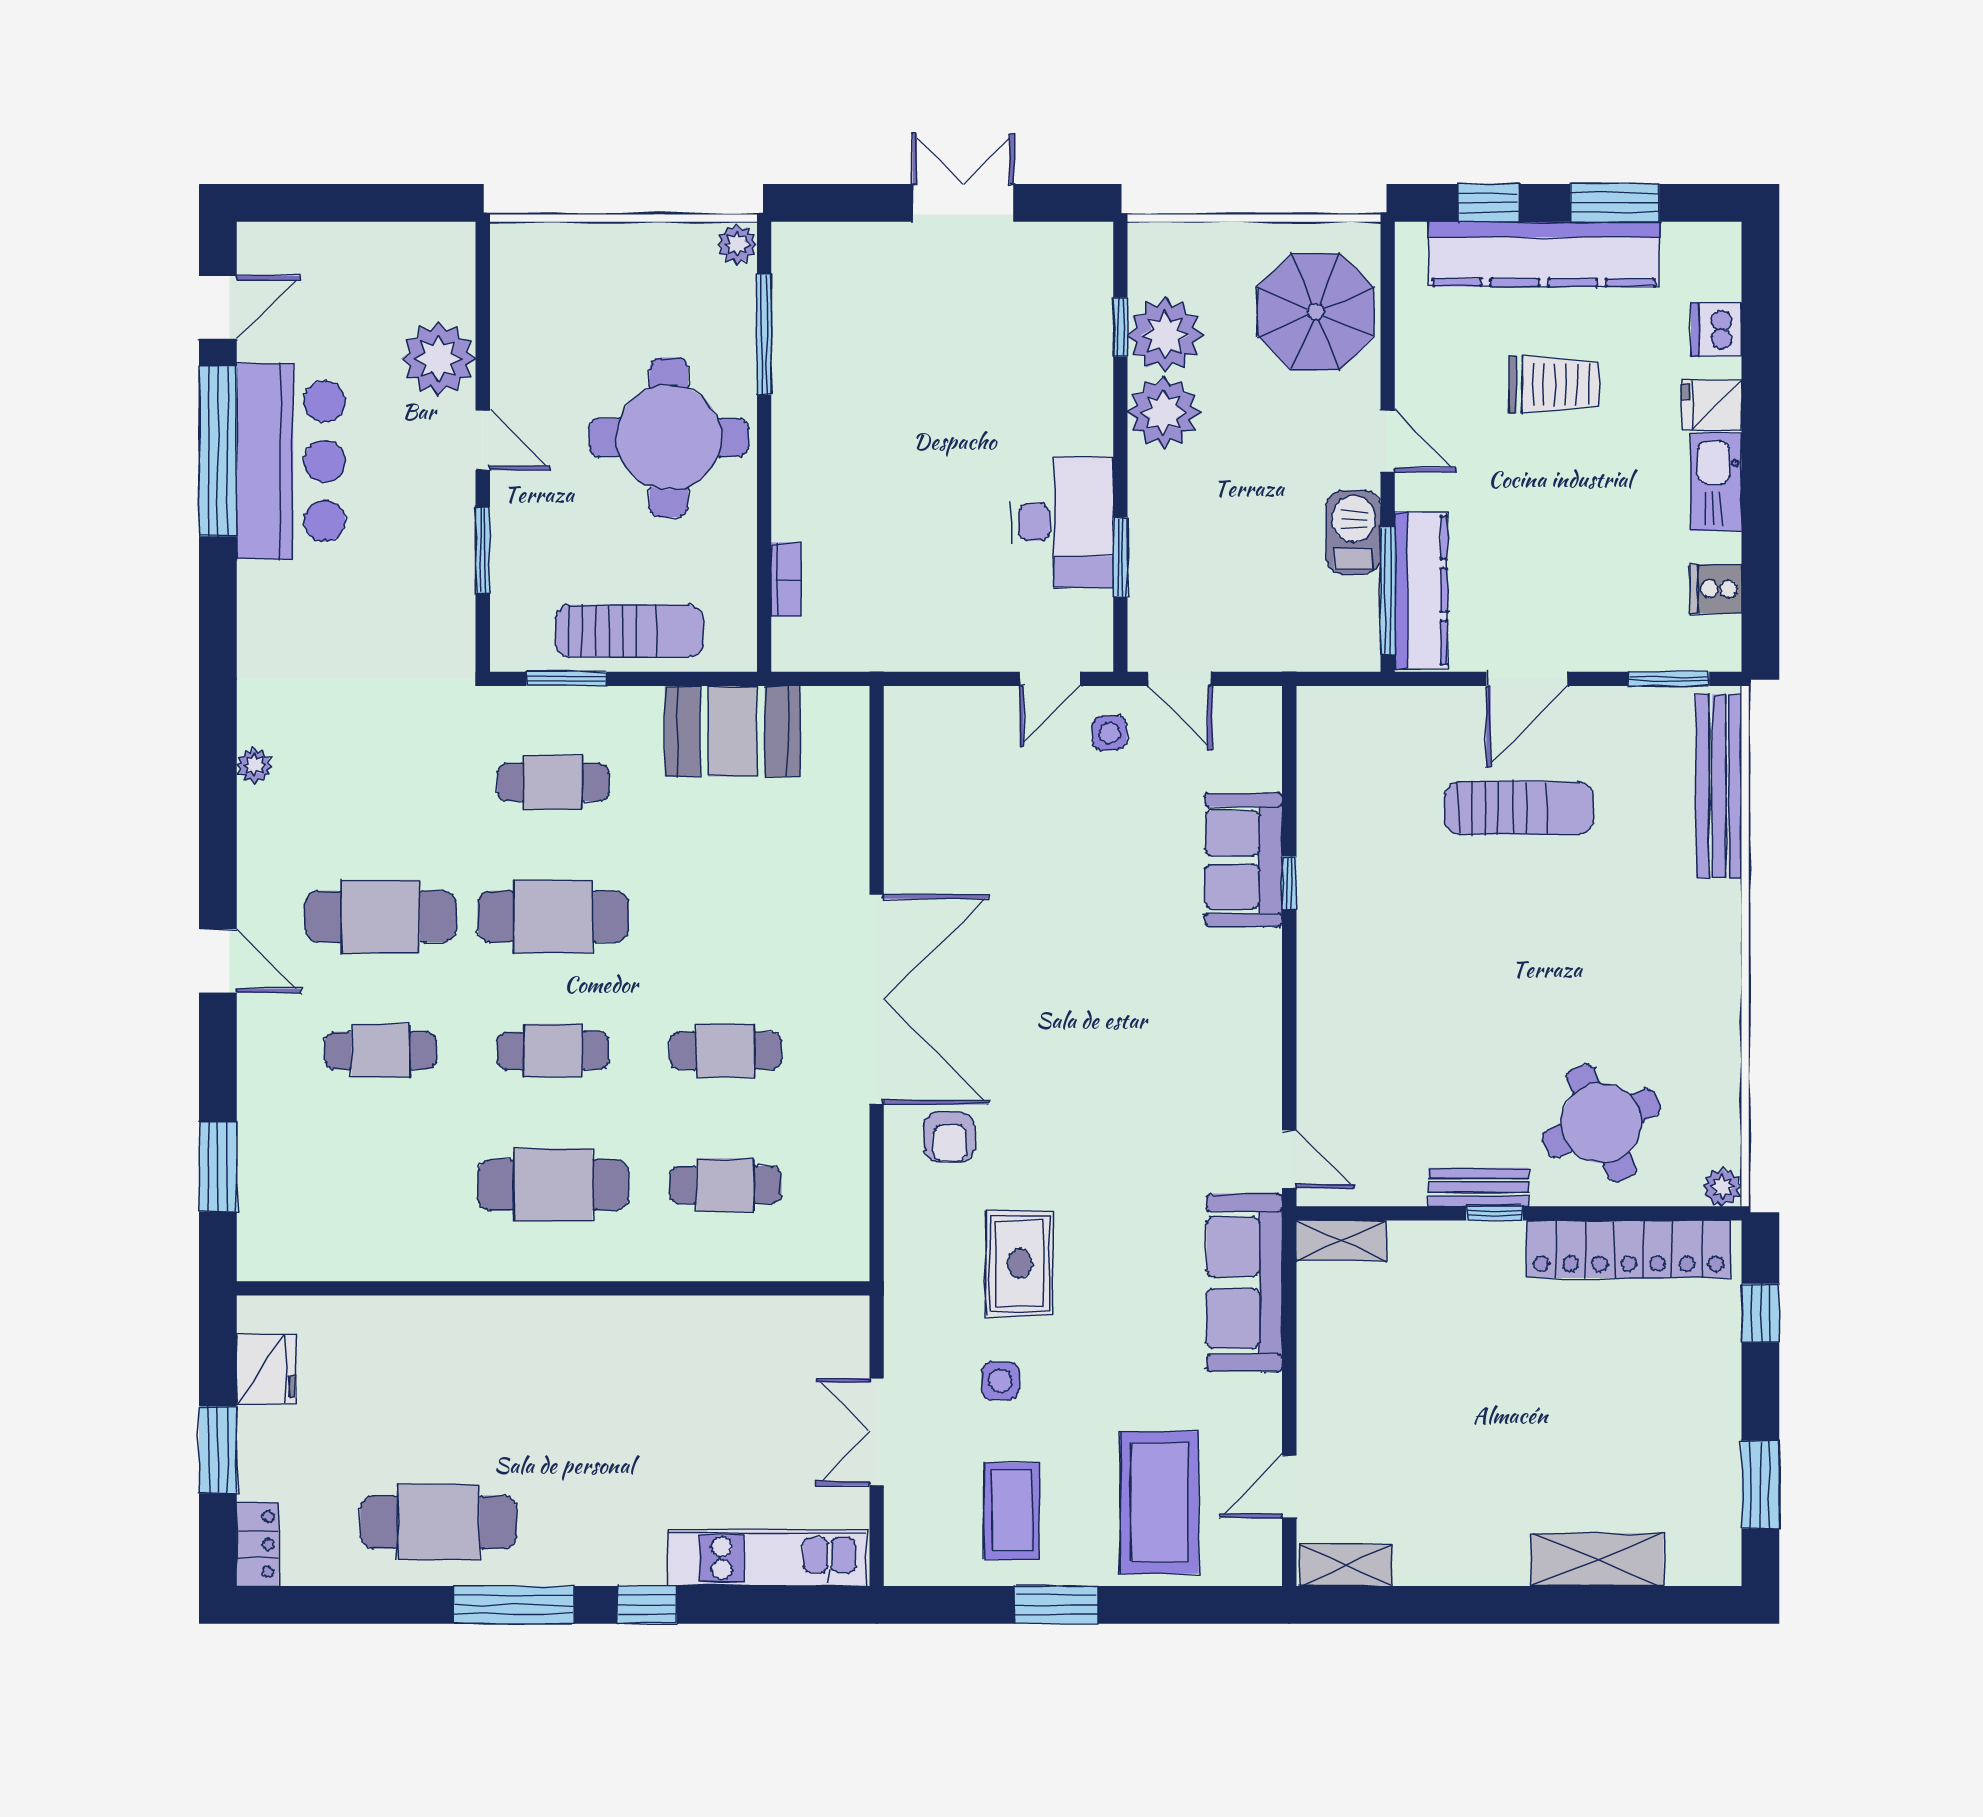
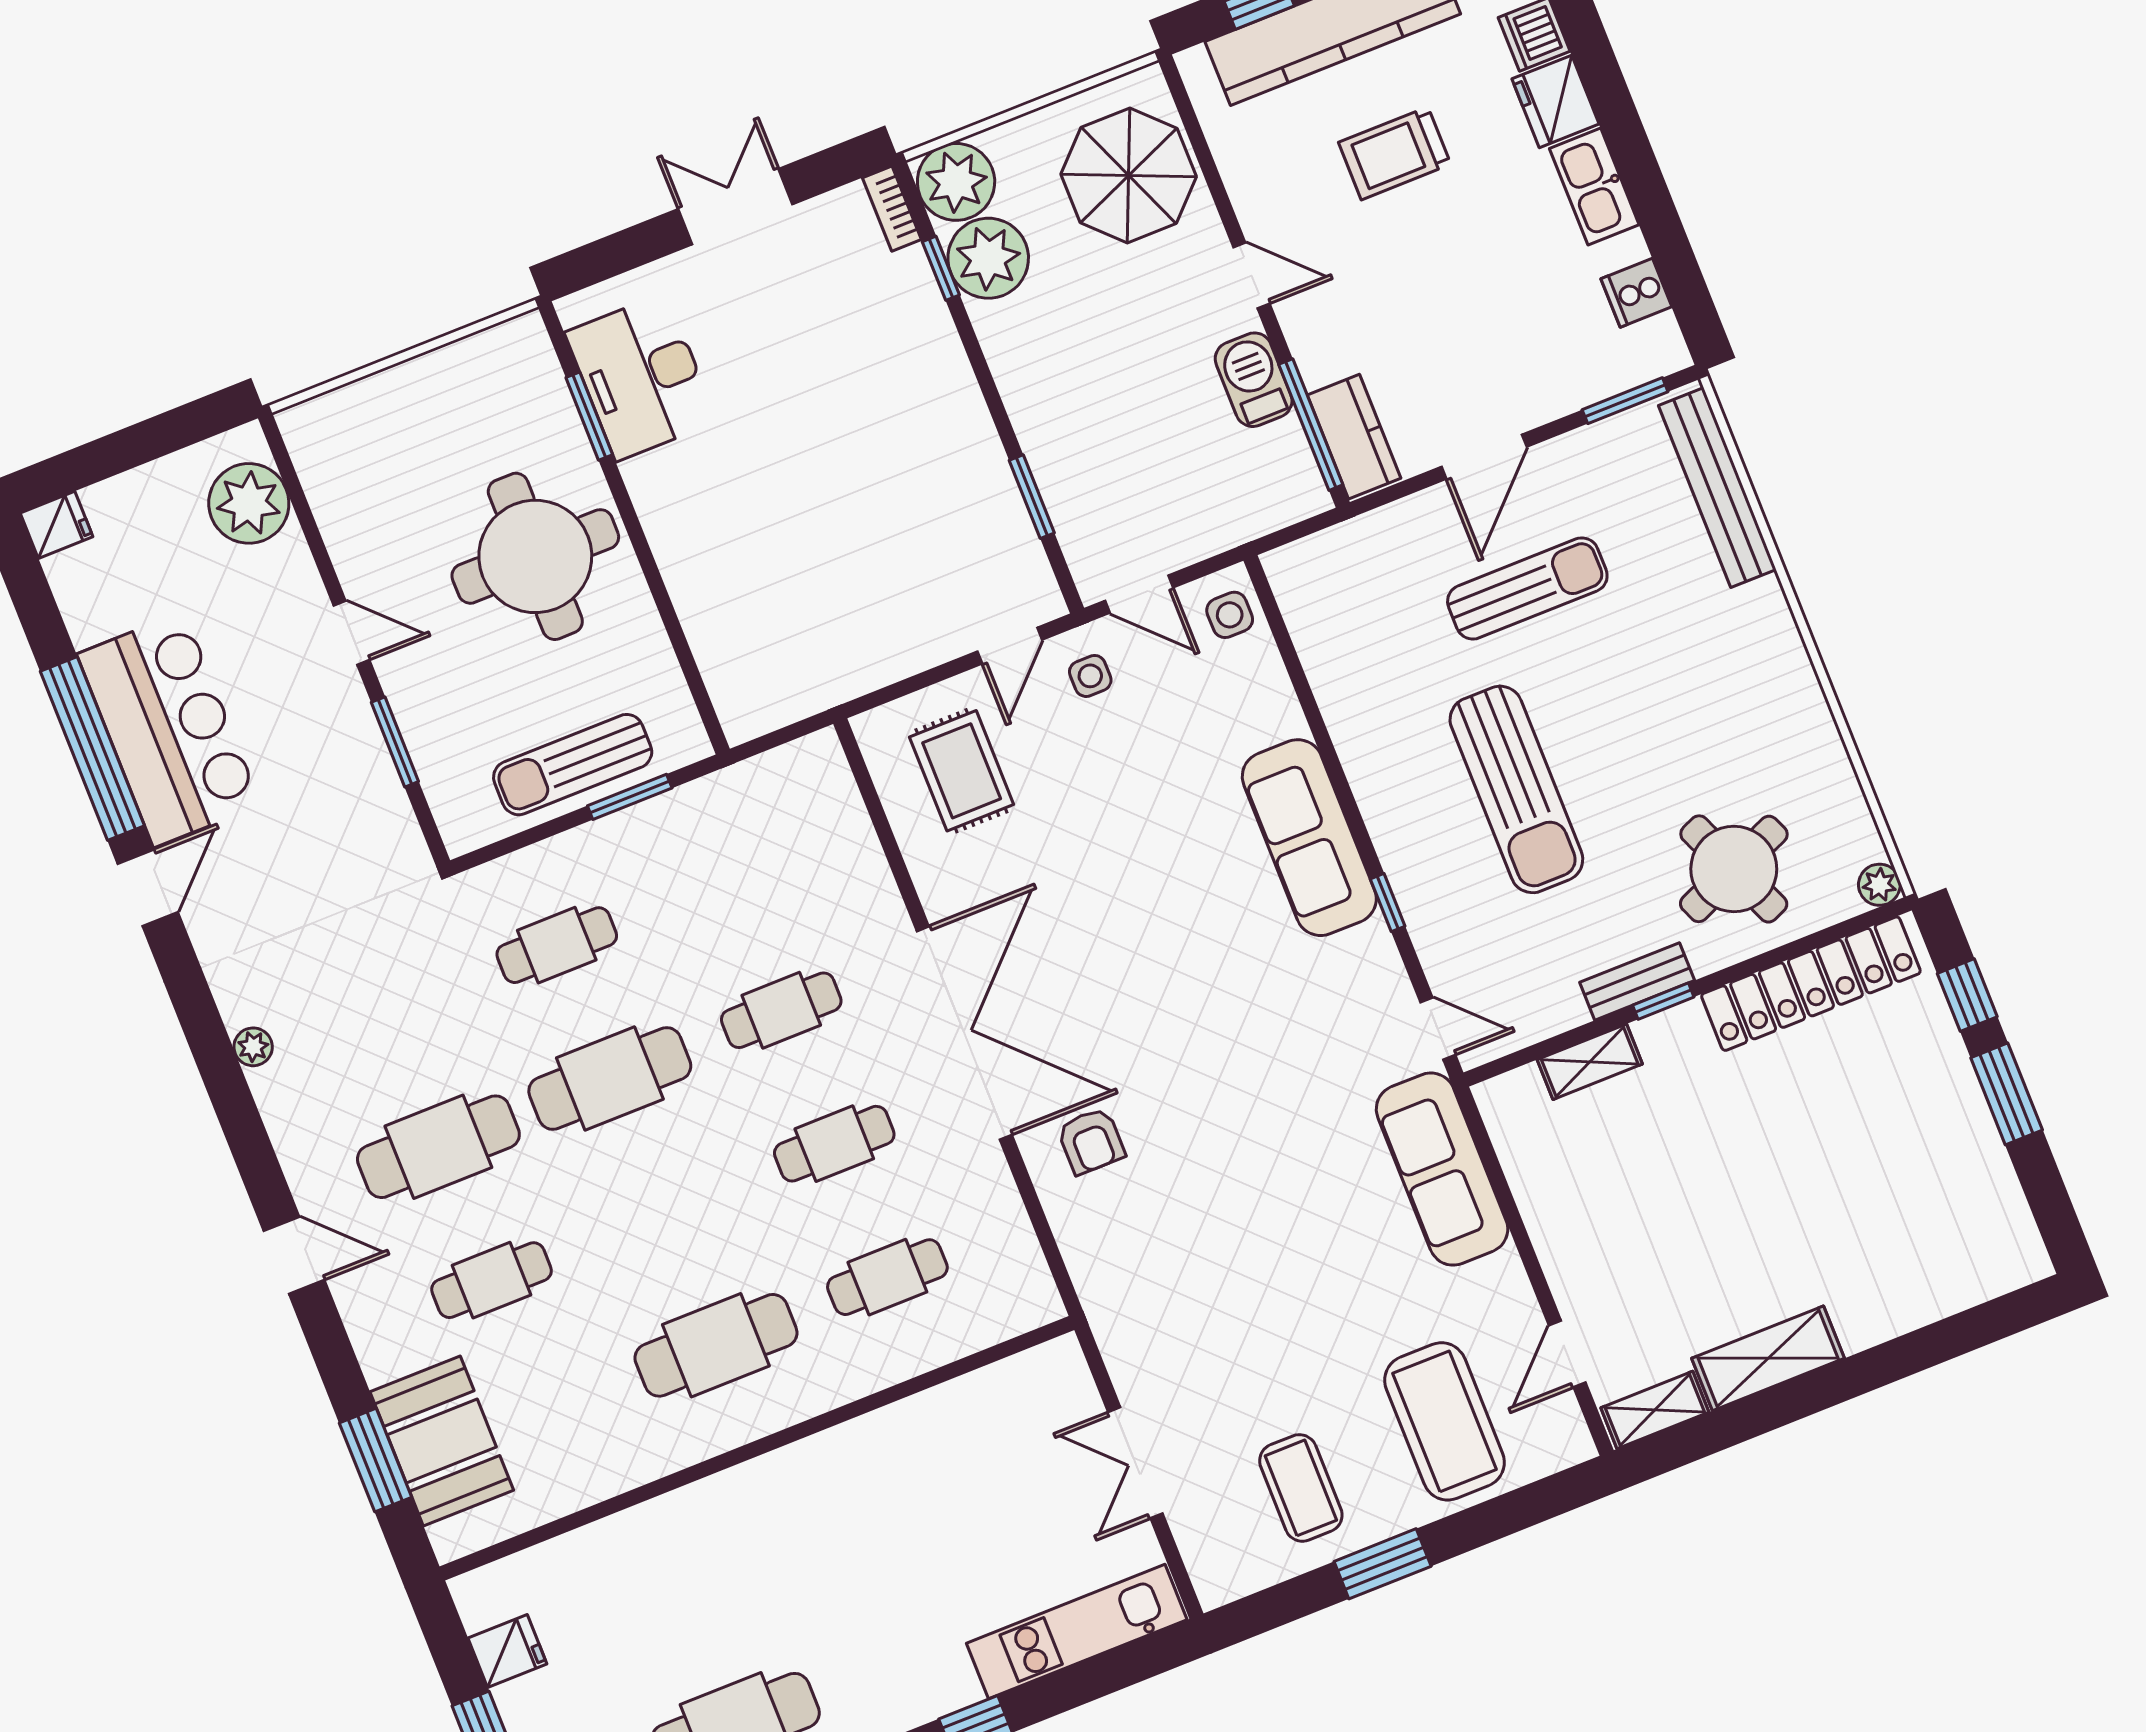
plant: (737, 244) -> (527, 337), removed
fridge: (264, 245) -> (57, 525), added
door: (218, 307) -> (148, 888), moved
window: (764, 334) -> (589, 416), width x0.69
plant: (438, 359) -> (249, 503), moved
trolley: (1554, 384) -> (1395, 153), turned 180
fridge: (1712, 405) -> (1555, 101), width x1.38
plant: (1163, 412) -> (956, 182), moved
desk: (1062, 522) -> (641, 377), moved, turned 180
bookcase: (786, 580) -> (892, 209), moved, turned 180
kitchen counter: (1421, 590) -> (1354, 437), width x0.67
sun lounger: (629, 631) -> (573, 765), turned 180
window: (566, 679) -> (630, 797), moved
booth: (732, 731) -> (442, 1441), moved, turned 90
sofa: (1244, 860) -> (1309, 838), moved, width x1.36
window: (1289, 883) -> (1388, 903), moved
sun lounger: (1440, 979) -> (1516, 789), added
cafe table: (553, 1051) -> (781, 1010), moved
shelving: (1341, 1241) -> (1590, 1062), moved
rug: (1020, 1264) -> (962, 771), moved
fridge: (266, 1369) -> (507, 1651), width x0.72
side table: (1000, 1381) -> (1230, 615), moved
window: (1760, 1485) -> (2007, 1094), moved
shelving: (1597, 1560) -> (1768, 1358), moved

